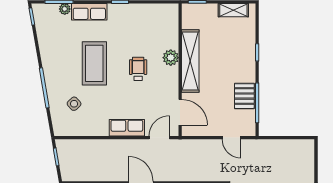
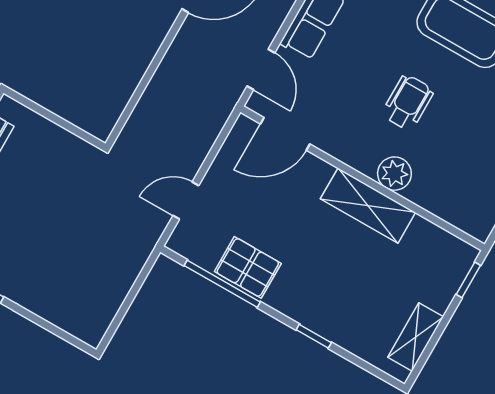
shelving: (190, 61) -> (368, 206), width x0.68
wheelchair: (138, 69) -> (408, 102), turned -90

